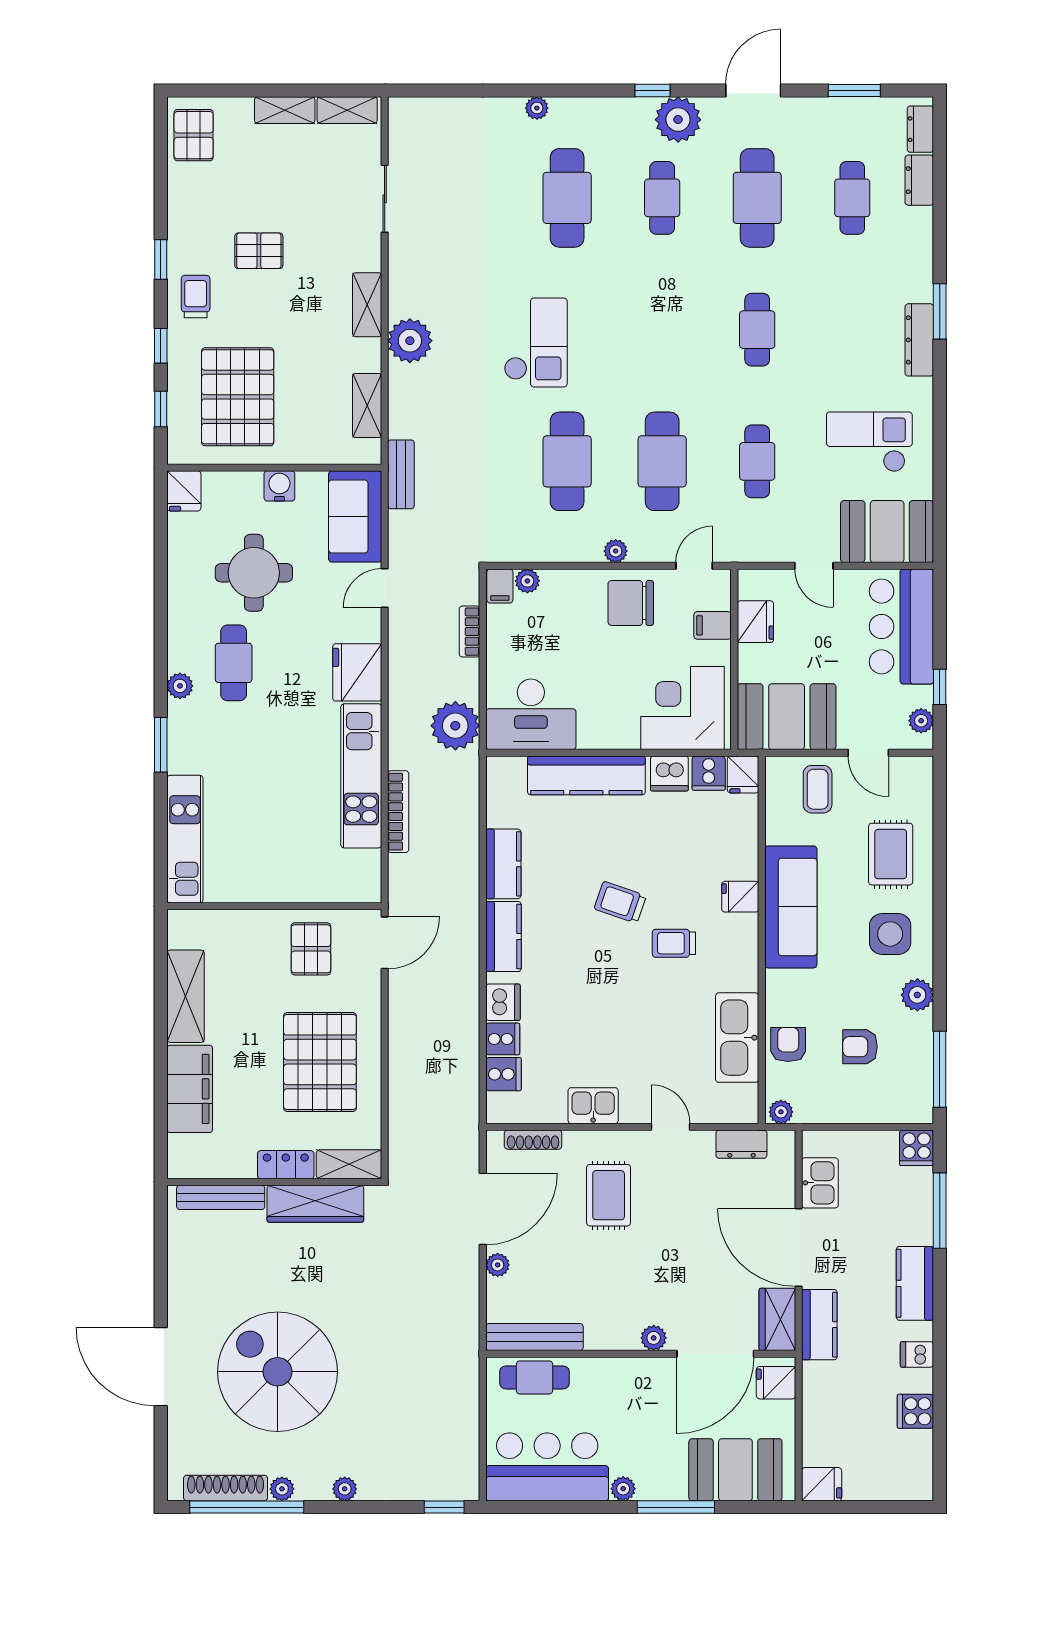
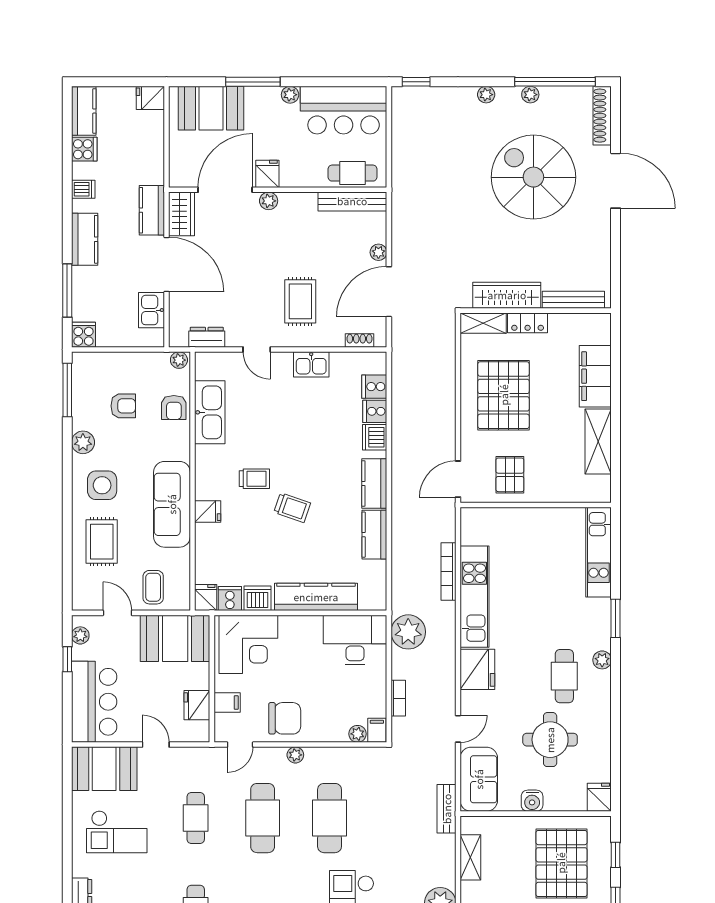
shoe rack: (533, 1140) -> (360, 340), width x0.70
spiral stairs: (277, 1372) -> (533, 177), turned 180
fridge: (776, 1383) -> (267, 174), moved, turned -90
kitchen counter: (916, 1465) -> (84, 111), added
shoe rack: (226, 1488) -> (602, 116), moved, turned 90

